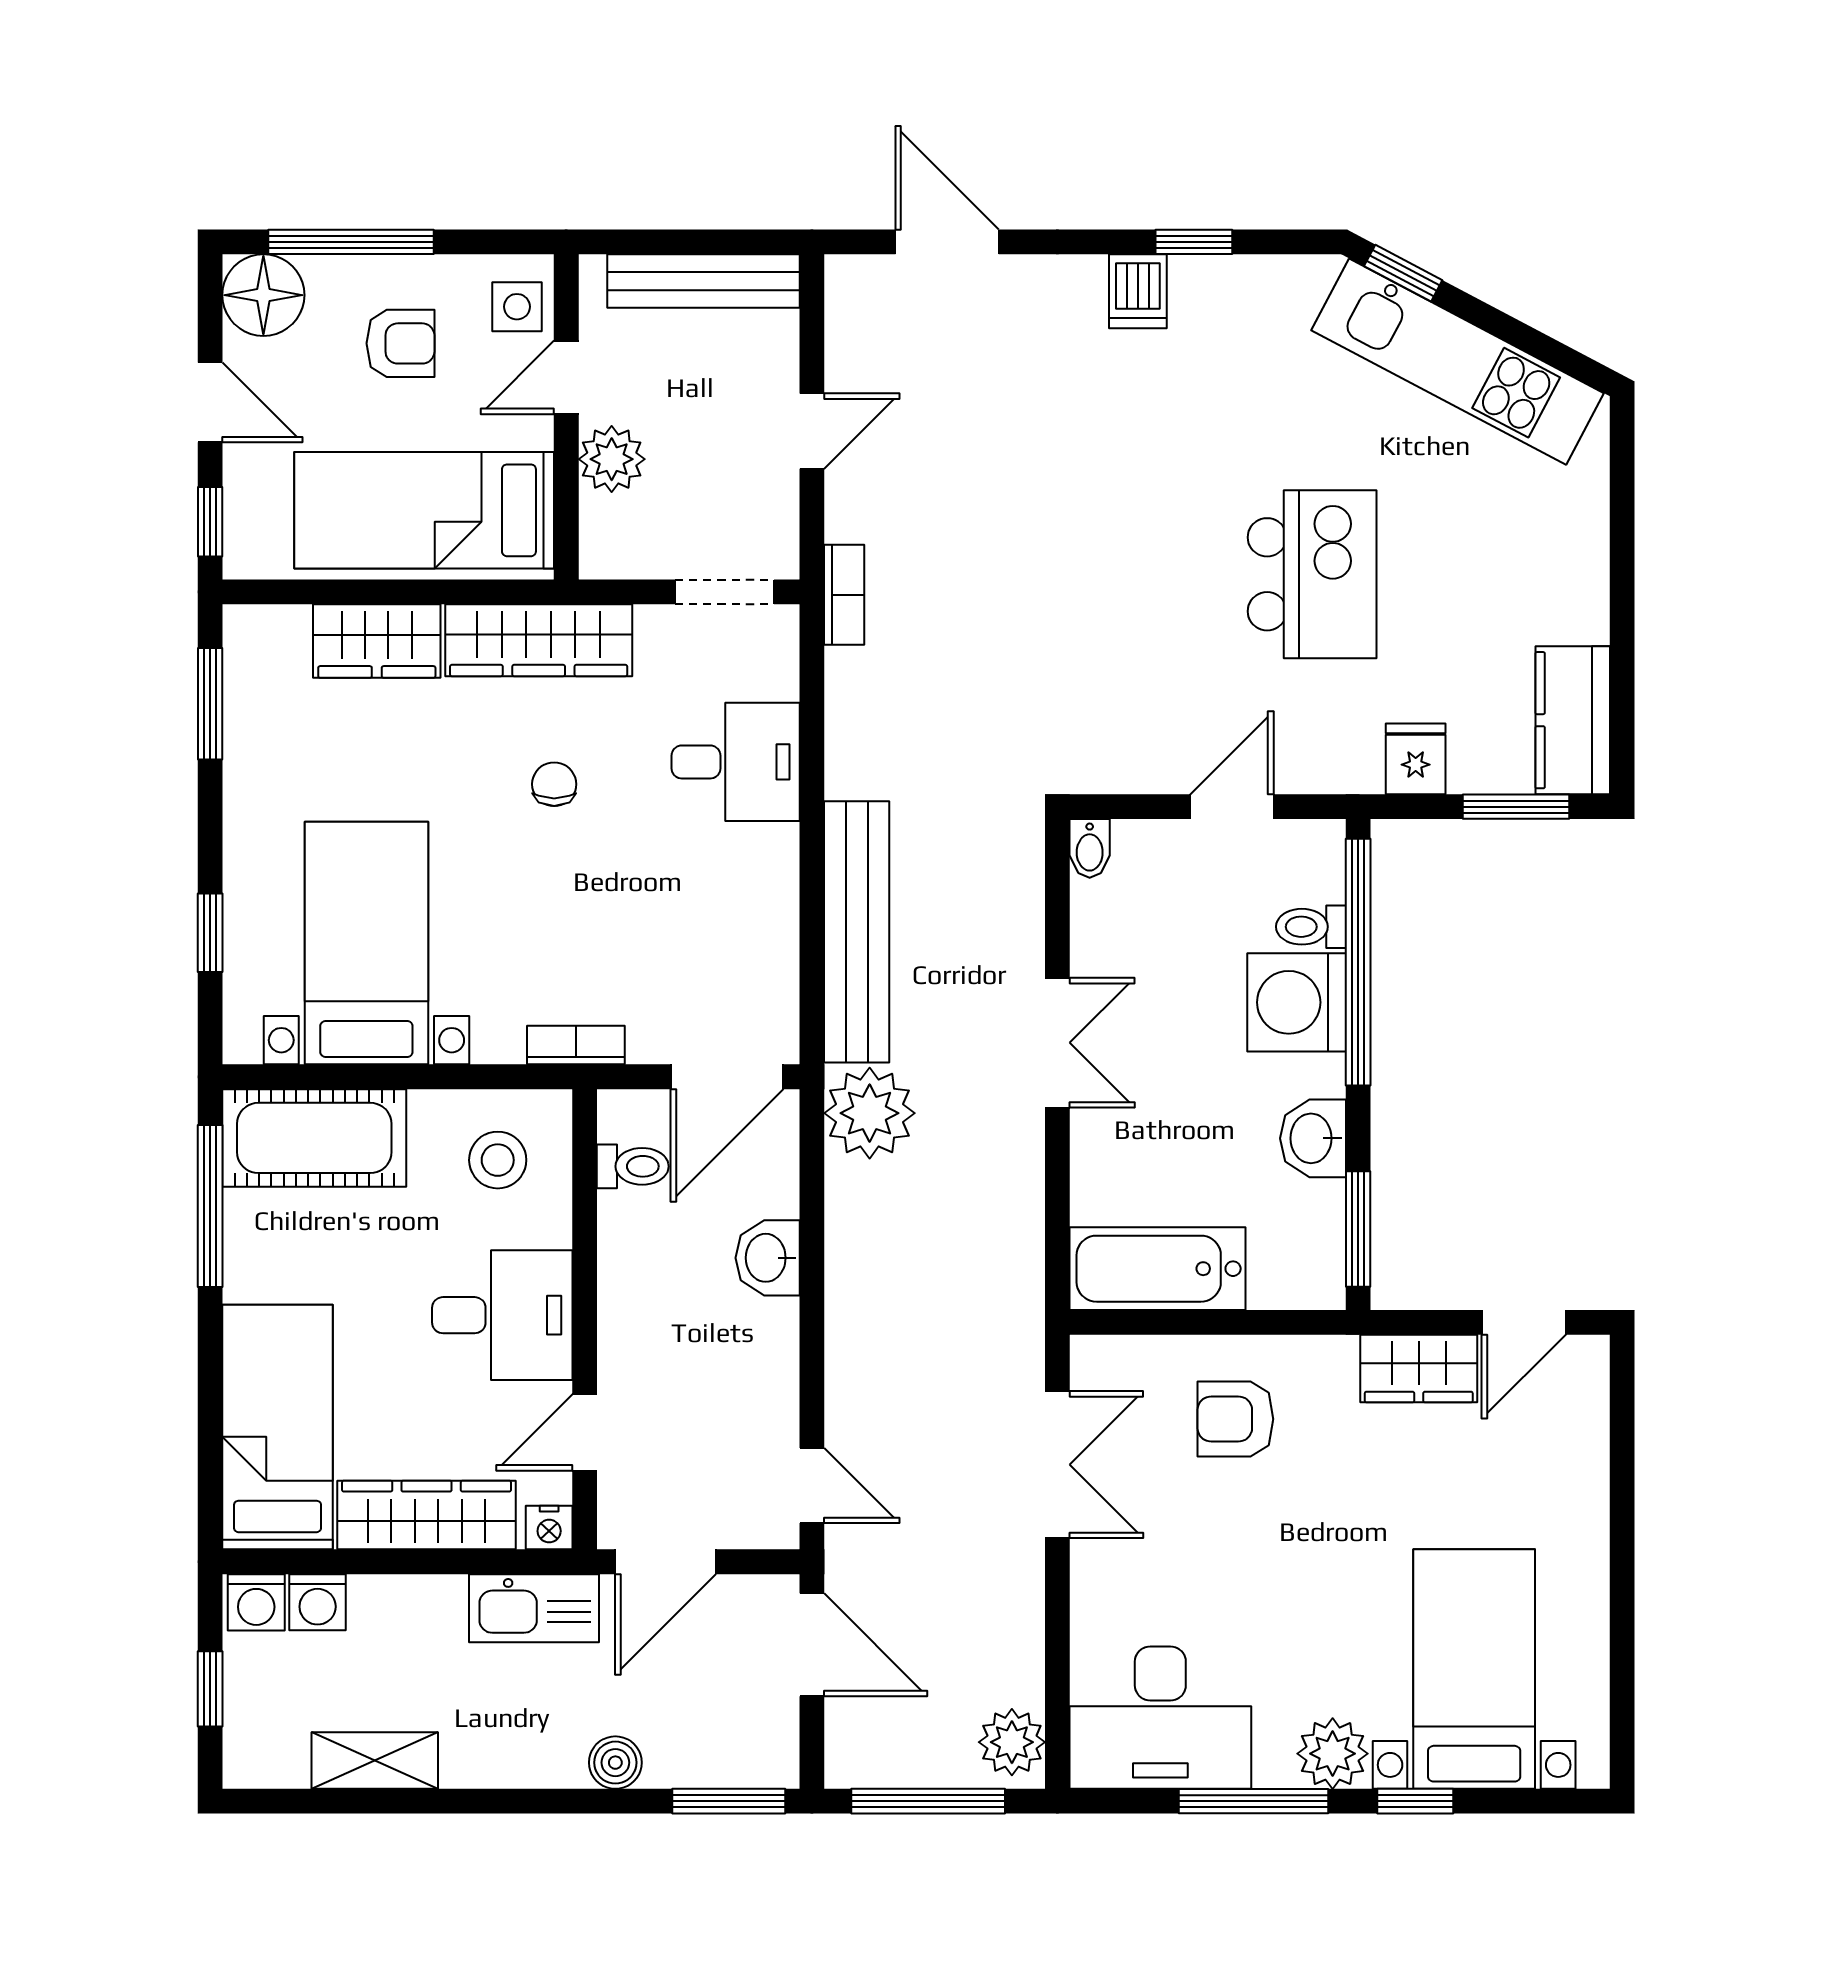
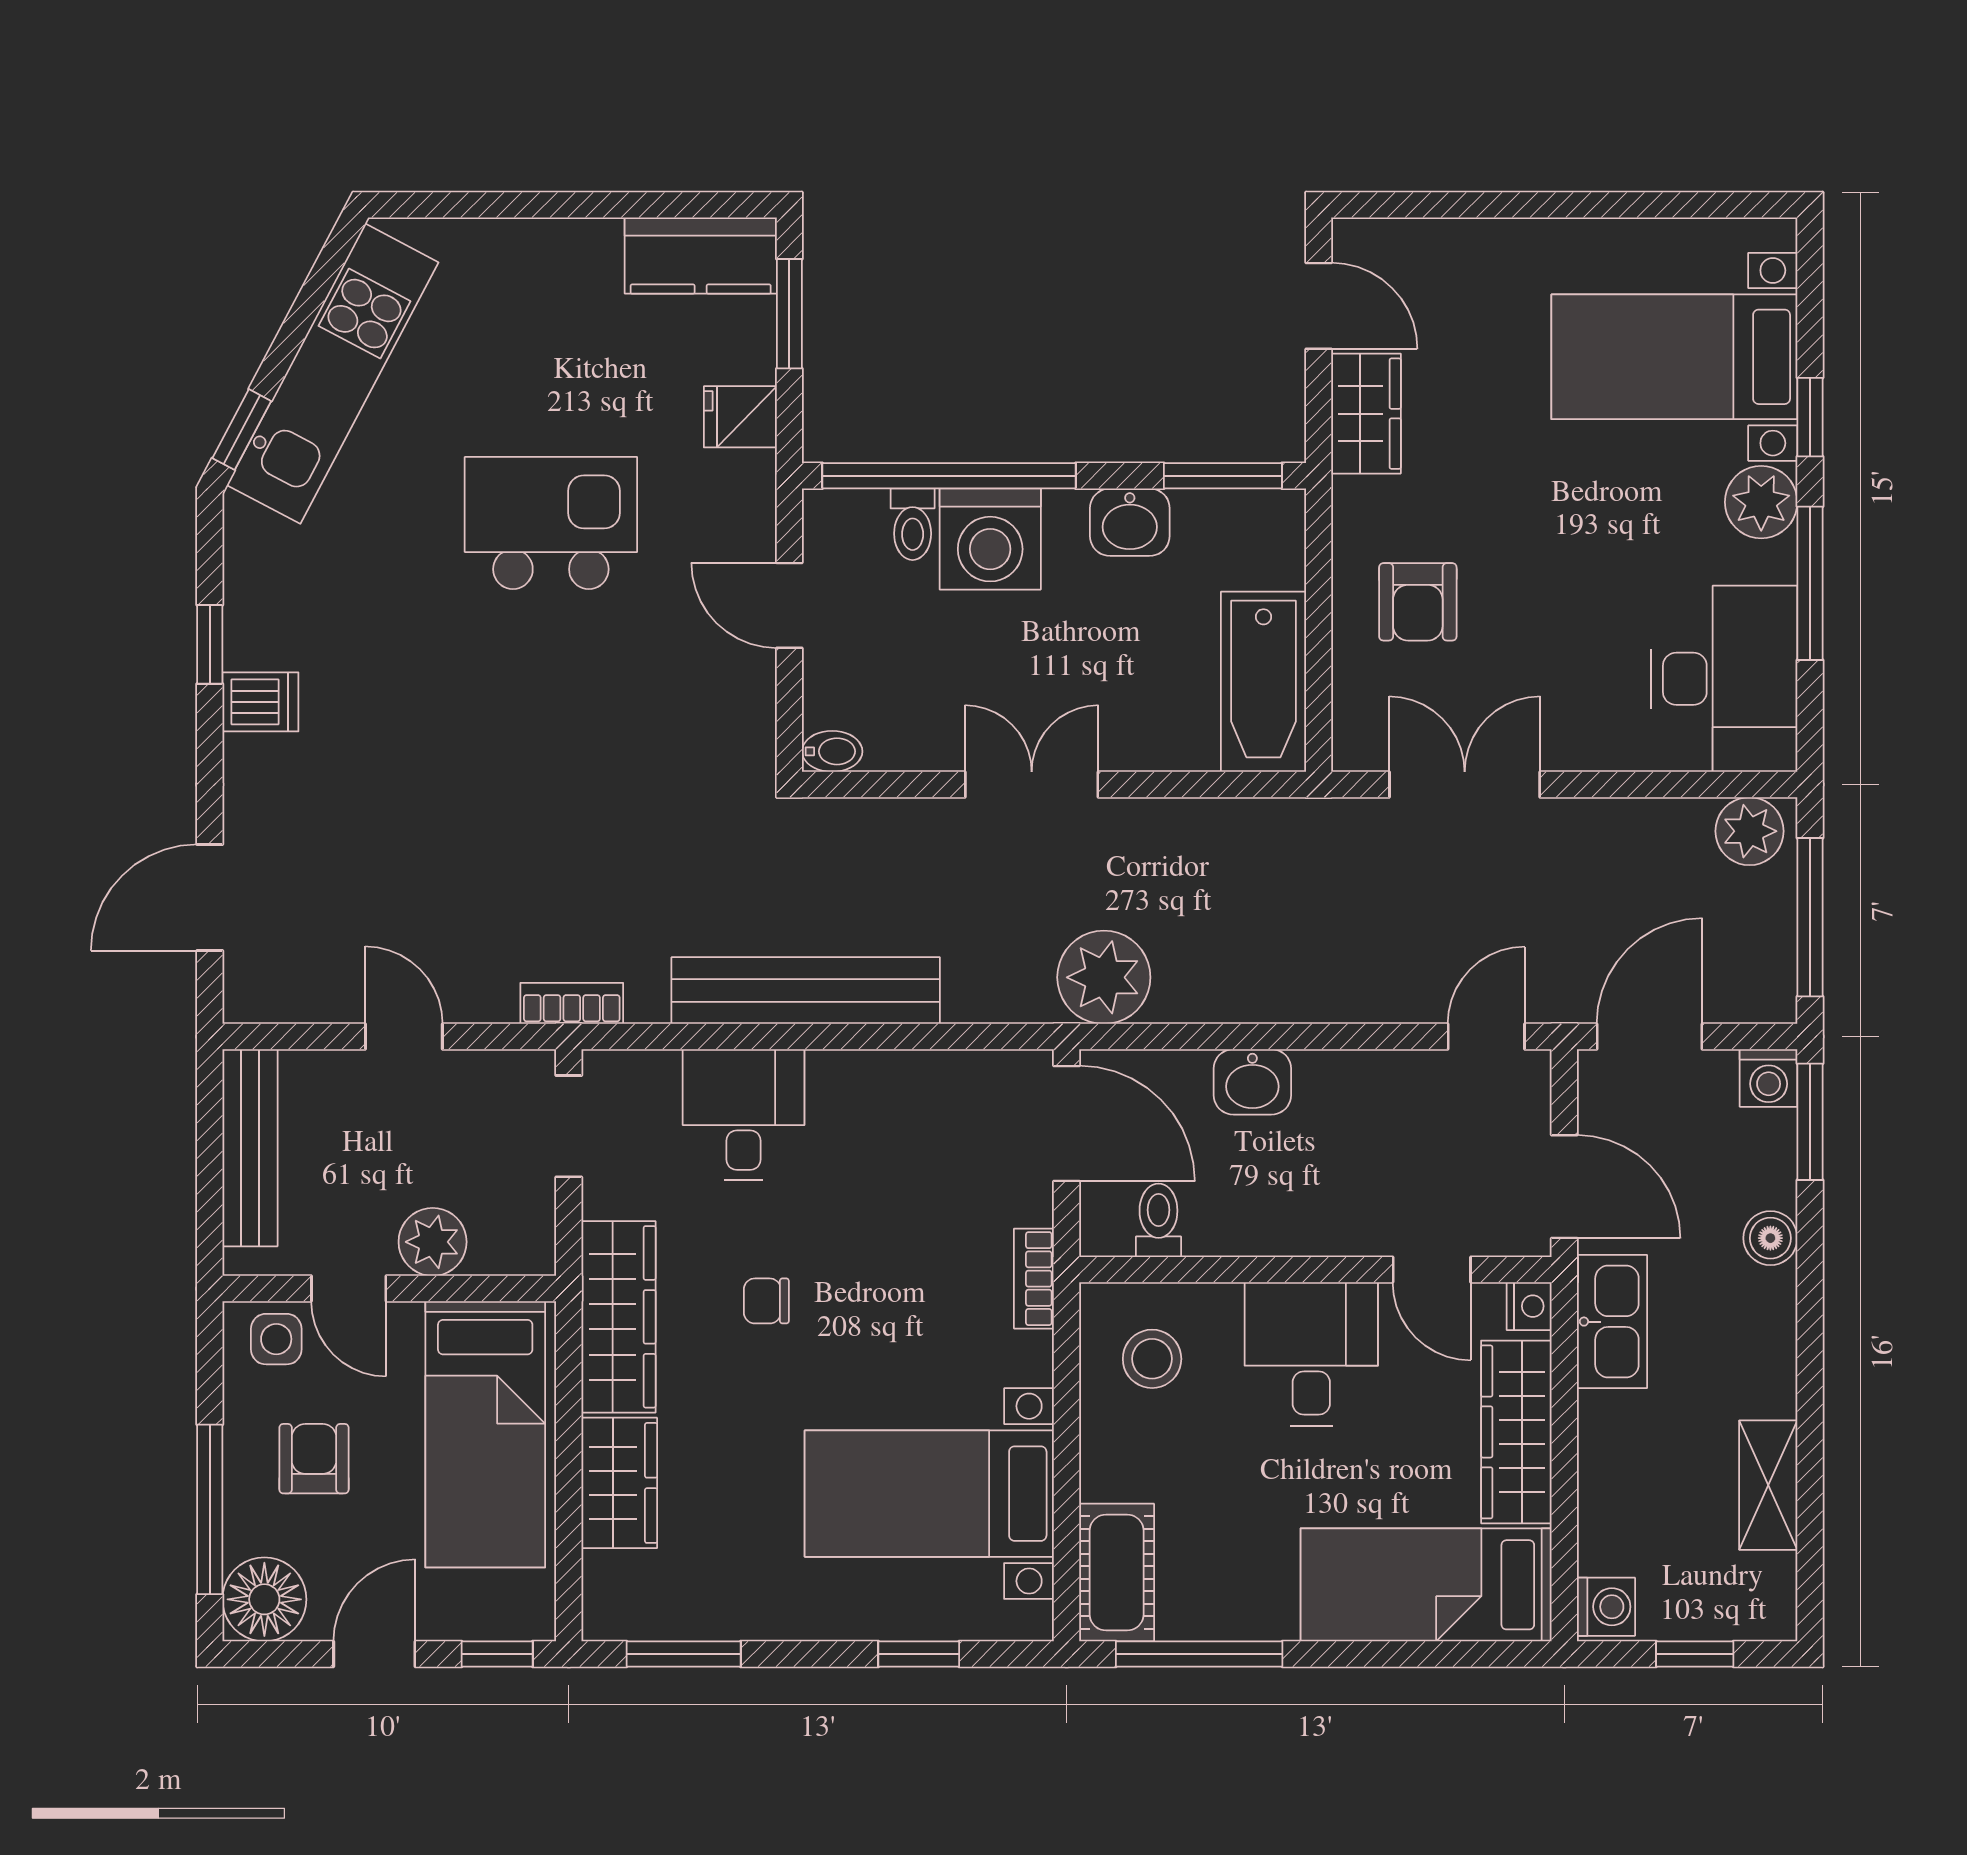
bench: (857, 932) -> (806, 991), moved
cot: (314, 1138) -> (1117, 1573), width x0.73, depth x0.75
washing machine: (318, 1602) -> (1769, 1078), moved, turned 90

